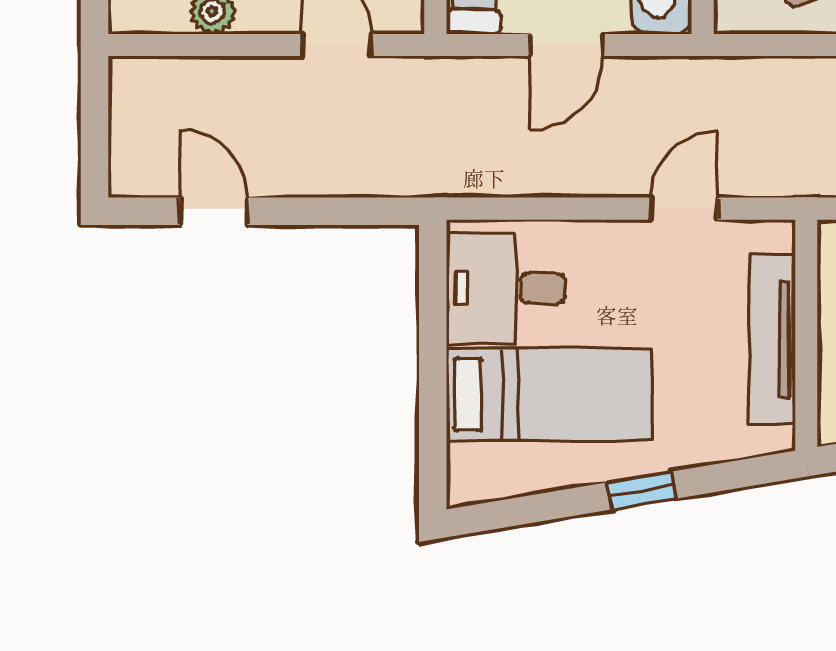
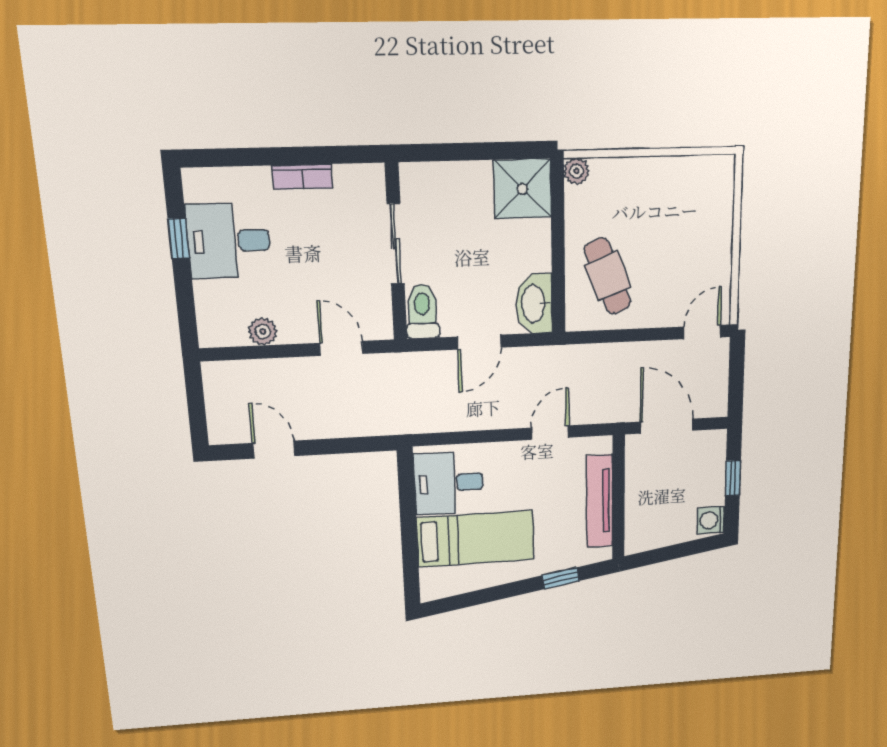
window: (641, 490) -> (561, 578), moved

